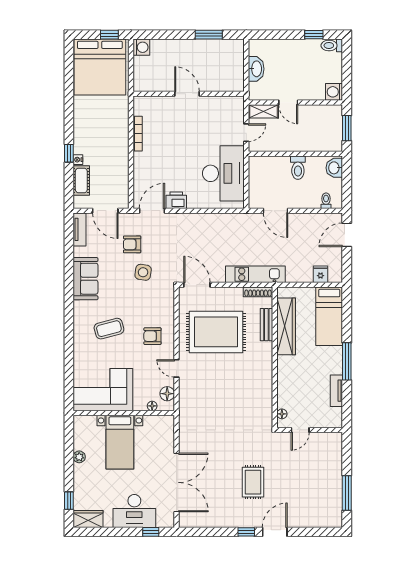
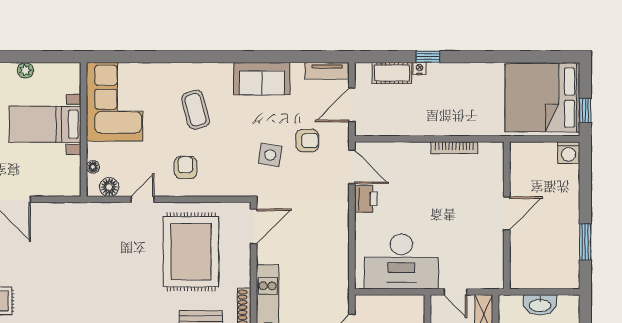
armchair: (132, 244) -> (307, 140), turned 90

